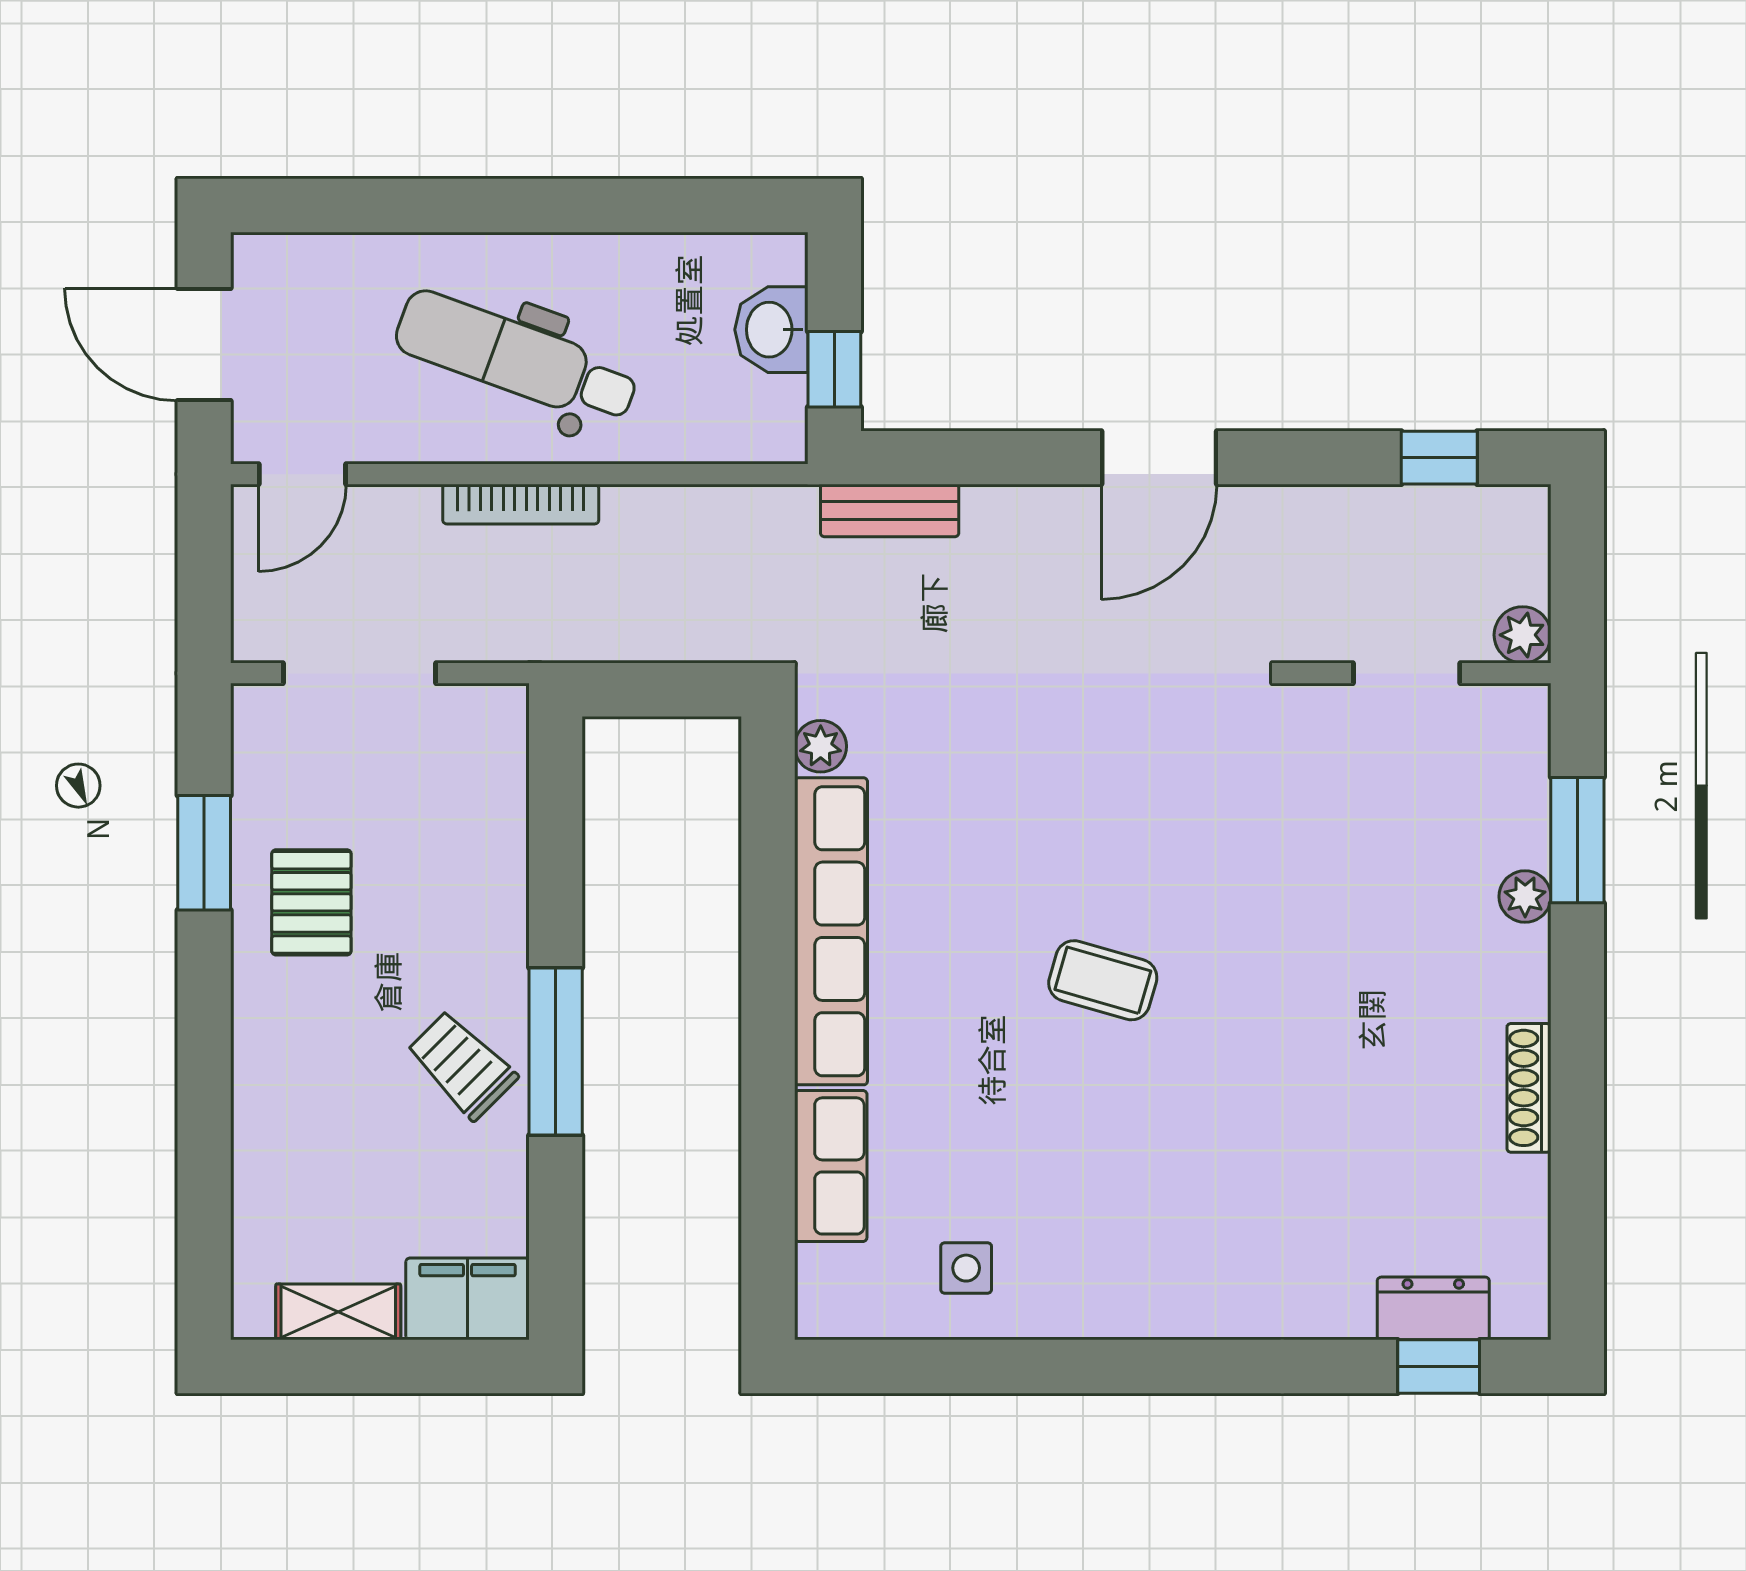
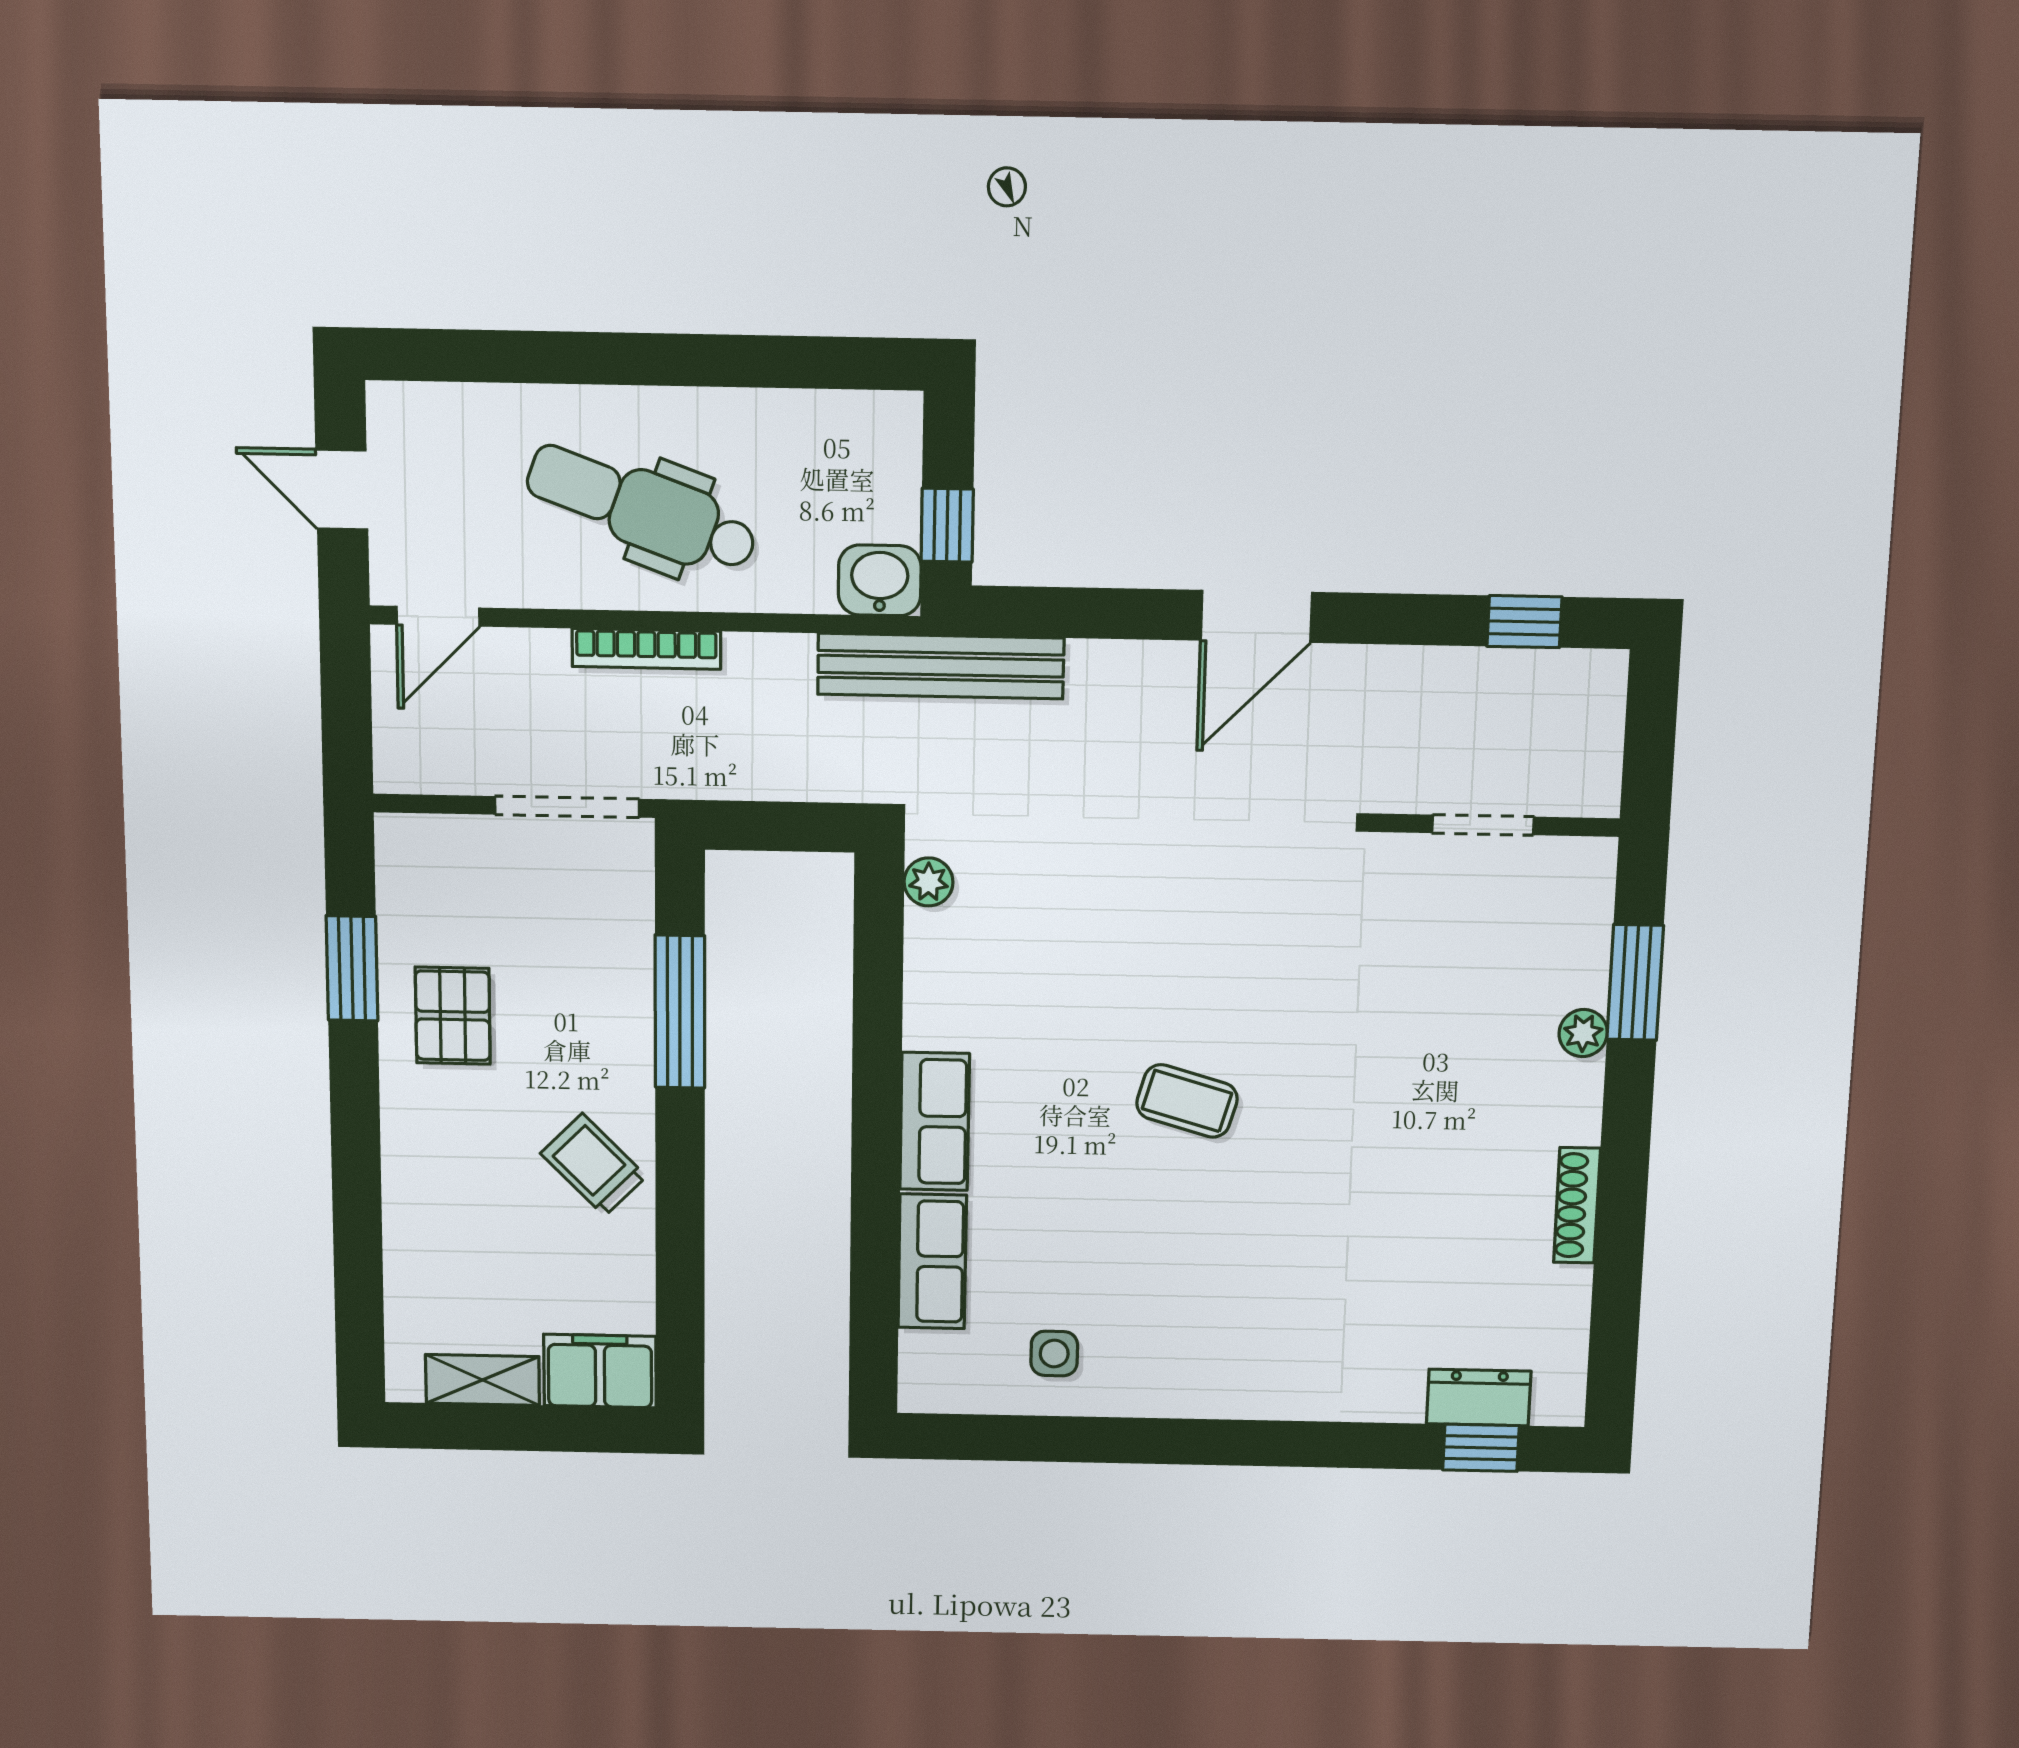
washbasin: (771, 330) -> (880, 580), moved, turned 90
door: (204, 345) -> (342, 490), width x0.73
bench: (890, 511) -> (941, 666), width x1.86, depth x1.21
plant: (1523, 635) -> (1595, 791), removed
doorway: (360, 673) -> (567, 807), moved
row of seats: (831, 931) -> (935, 1122), width x0.50
window: (556, 1052) -> (680, 1012), moved

